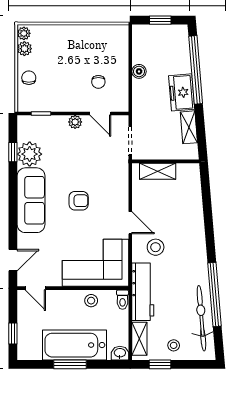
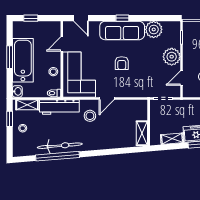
plant: (75, 122) -> (172, 57), width x1.88, depth x1.88
window: (13, 152) -> (122, 18), moved
shelving: (158, 171) -> (142, 133), moved
door: (35, 288) -> (62, 44), moved
bicycle: (201, 318) -> (60, 146), moved

